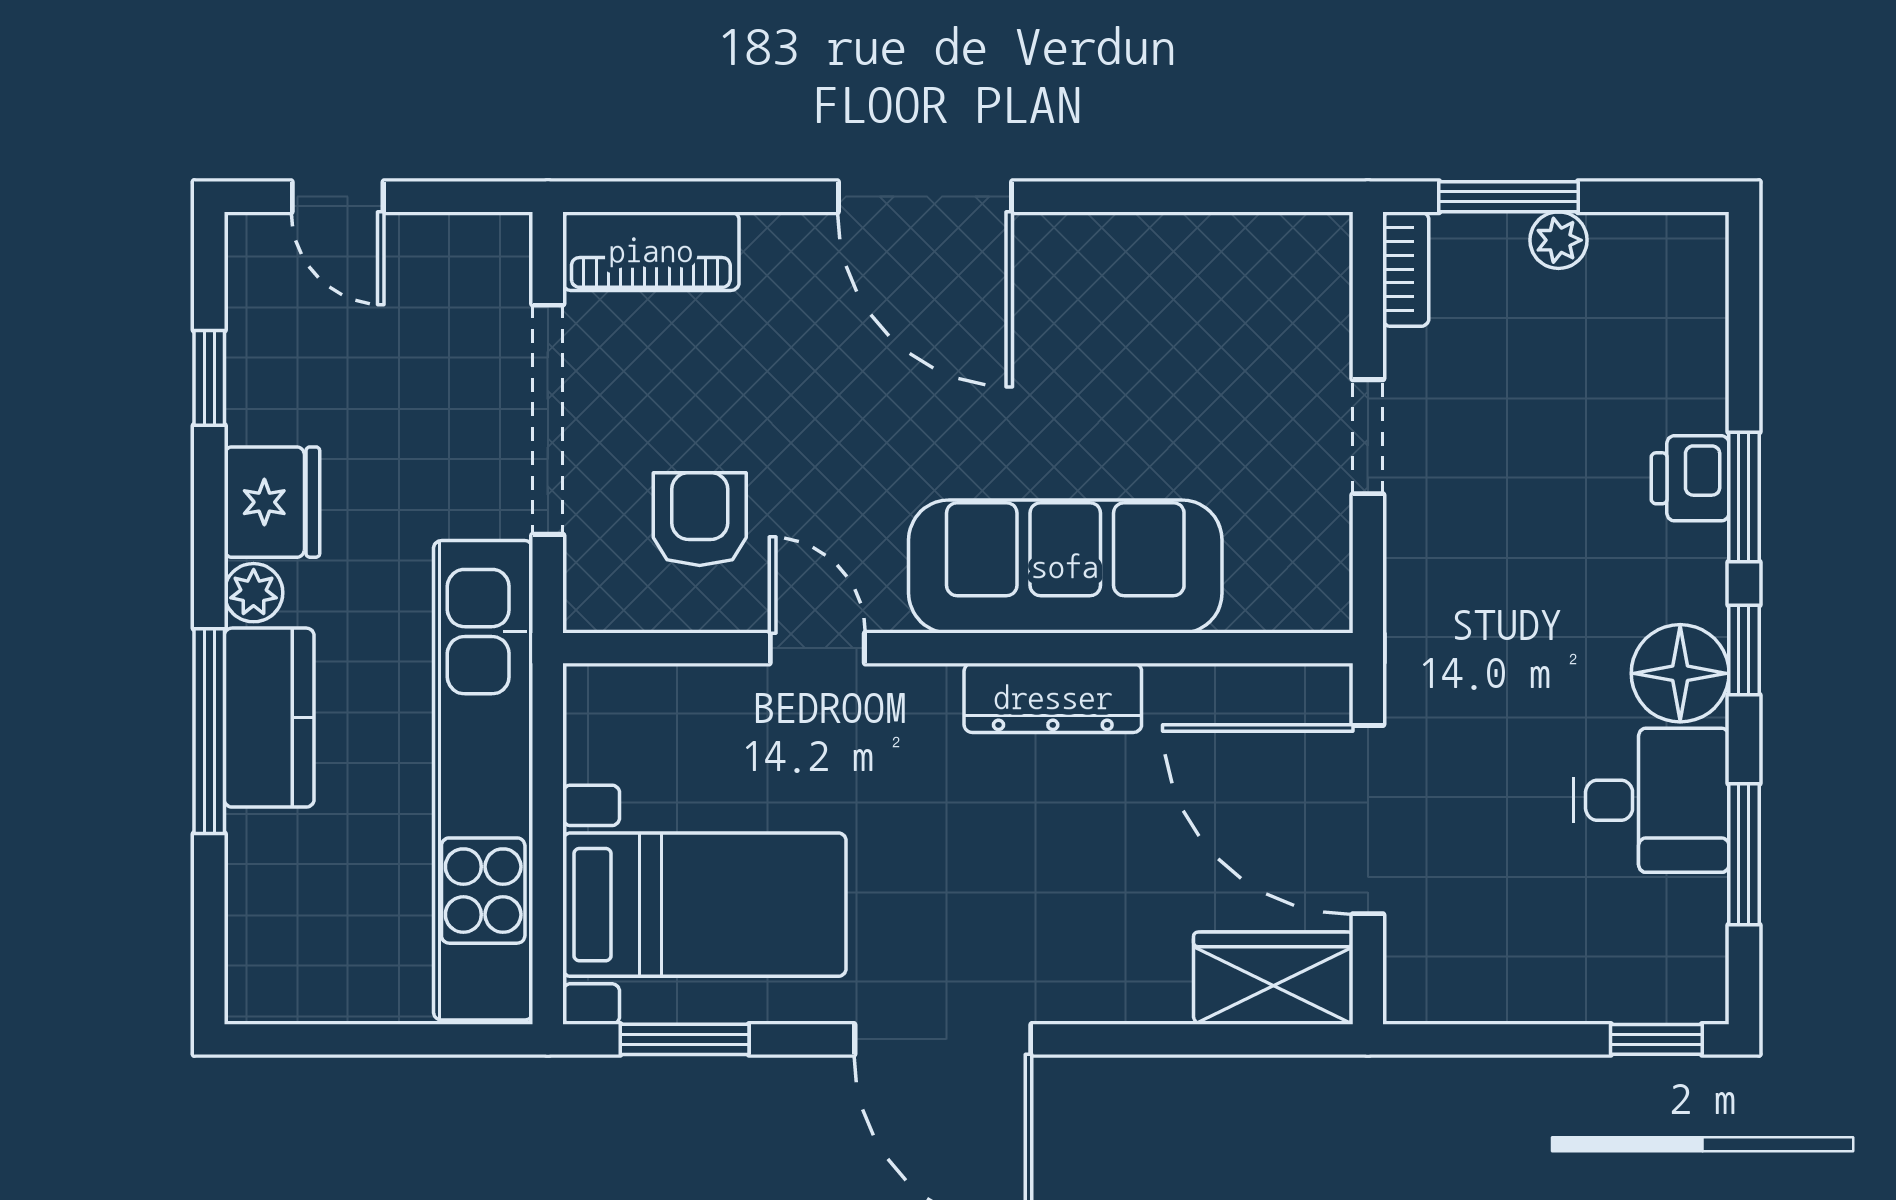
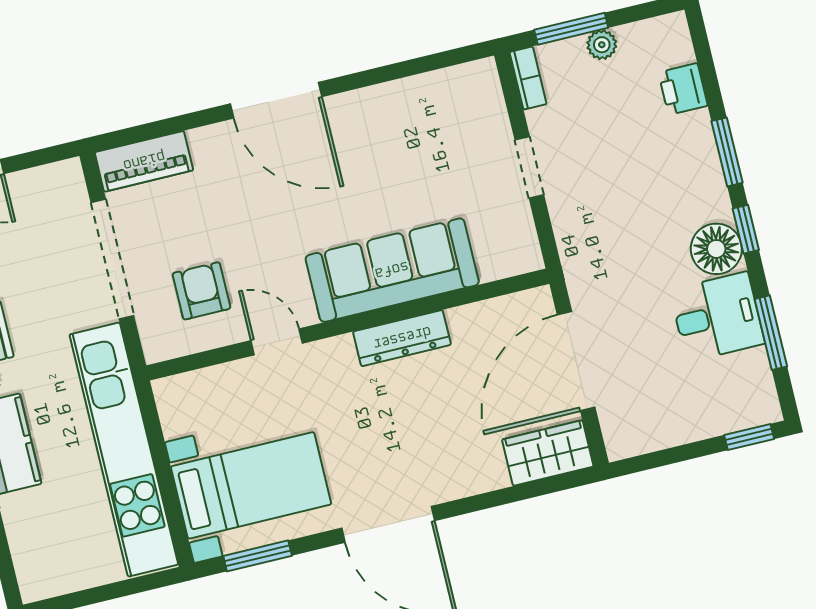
printer: (1690, 478) -> (683, 89), moved
door: (1368, 820) -> (576, 361), hinge flipped

